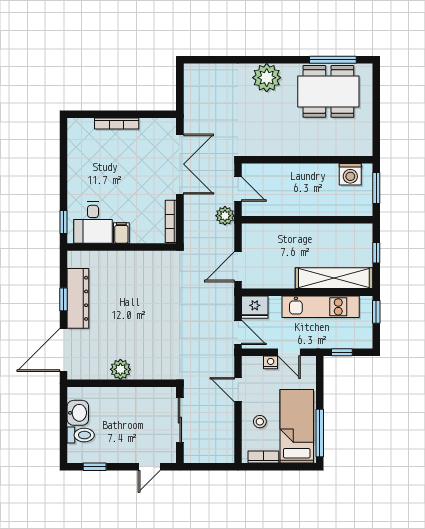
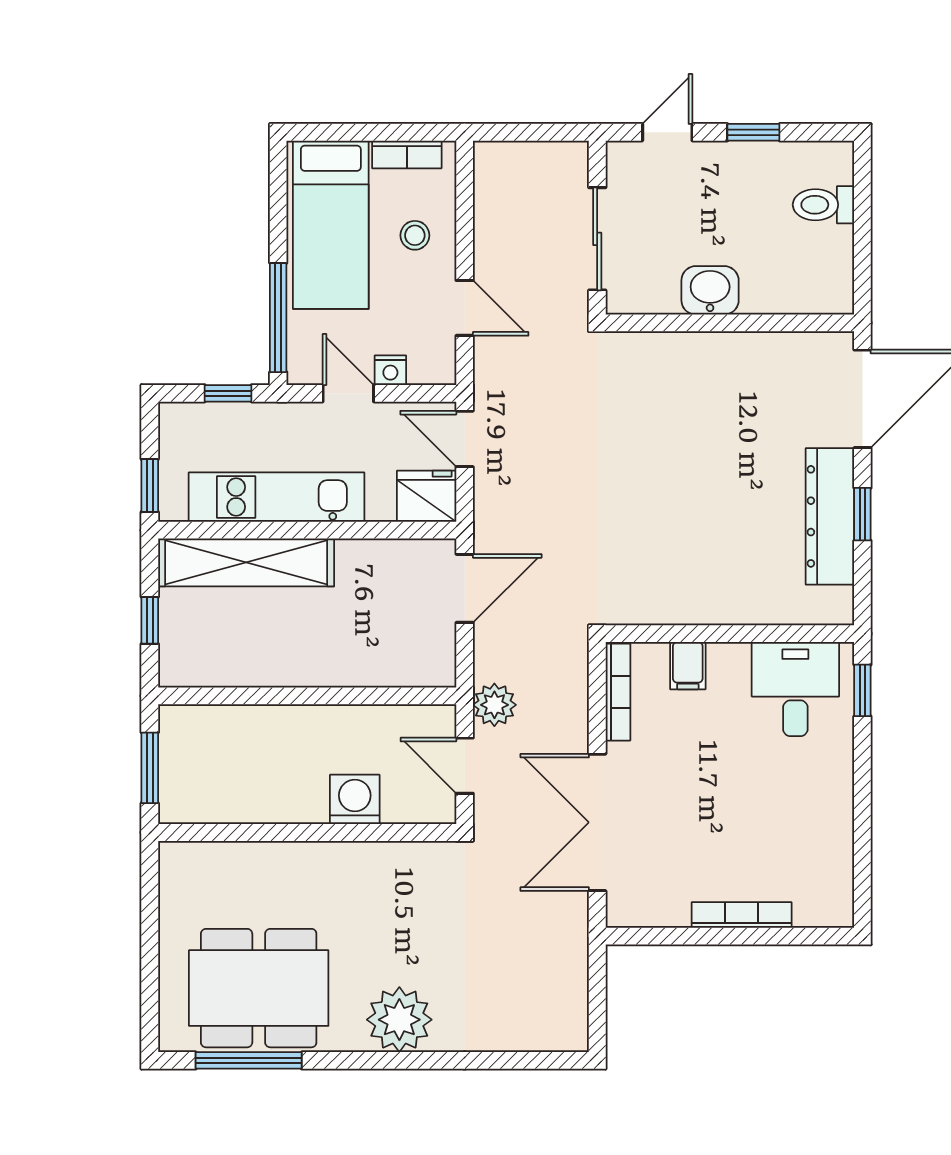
washing machine: (350, 174) -> (355, 799), moved
filing cabinet: (121, 233) -> (688, 666), moved
plant: (120, 369) -> (733, 355), removed
washbasin: (78, 413) -> (710, 290), moved, turned 90
window: (320, 433) -> (278, 318), moved
window: (95, 467) -> (753, 132), moved

